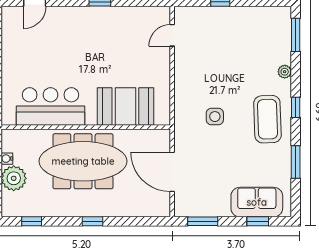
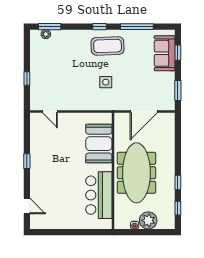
plant: (285, 72) -> (46, 34), moved
window: (296, 162) -> (137, 27), width x1.44
window: (92, 221) -> (178, 182), moved

